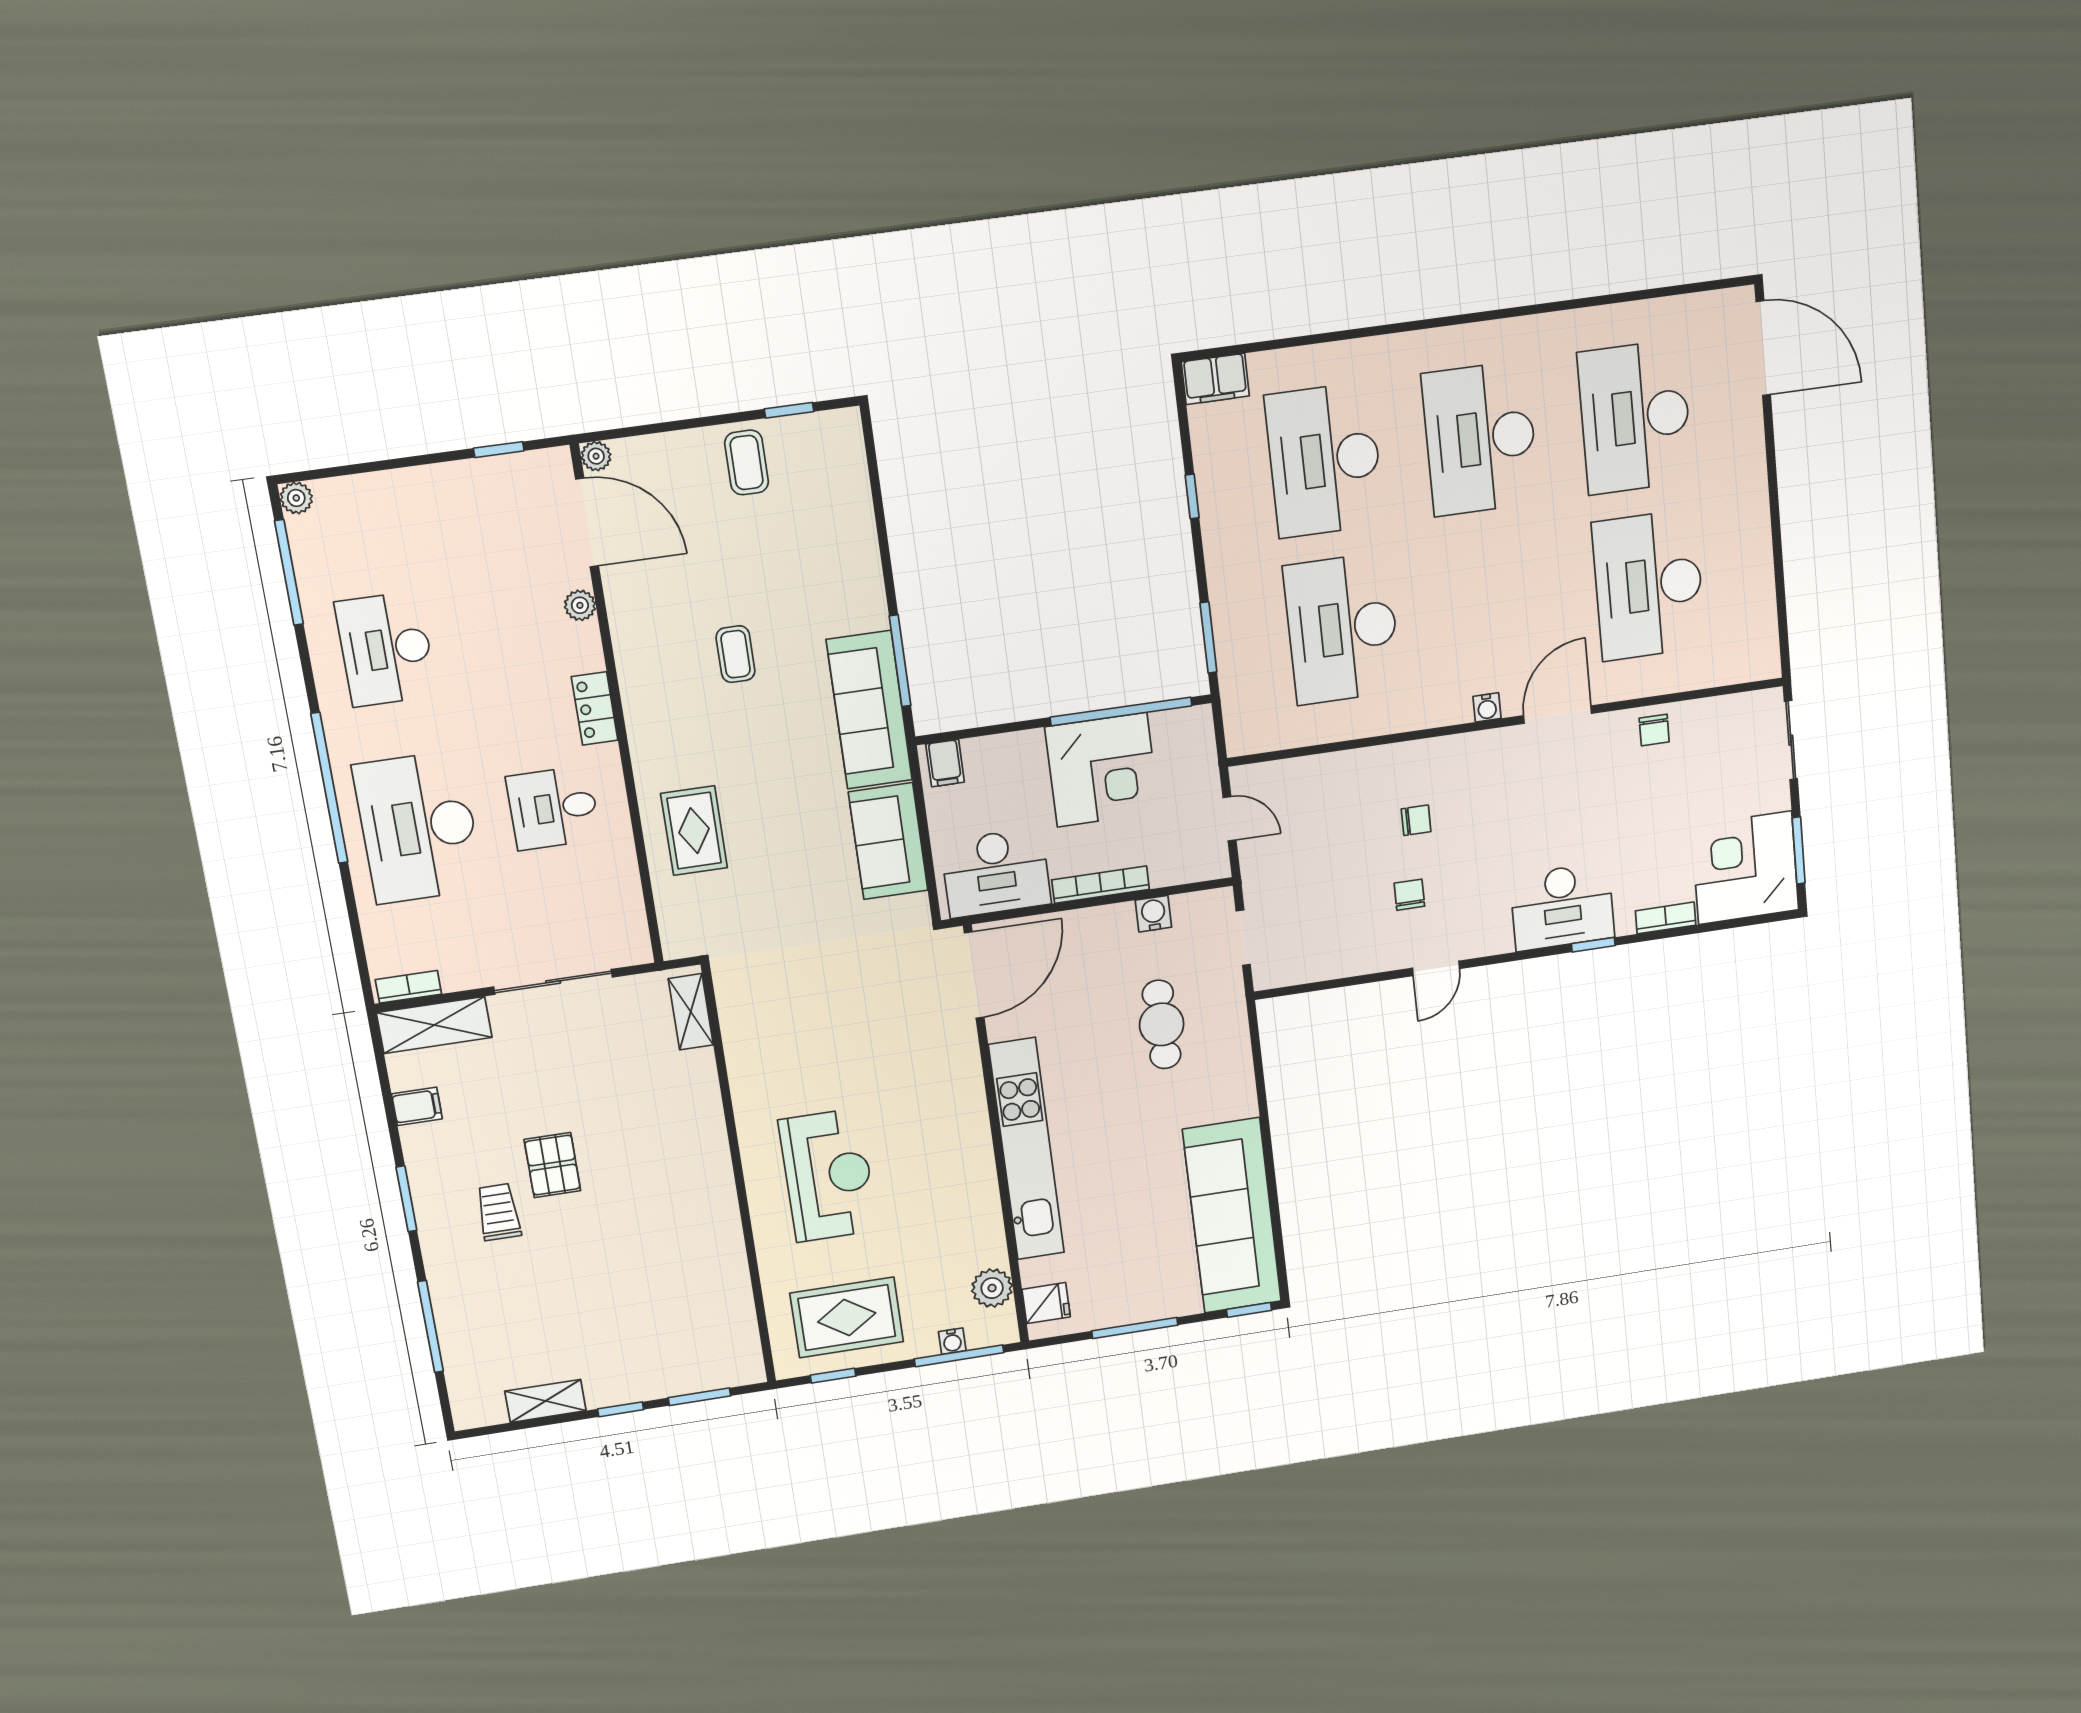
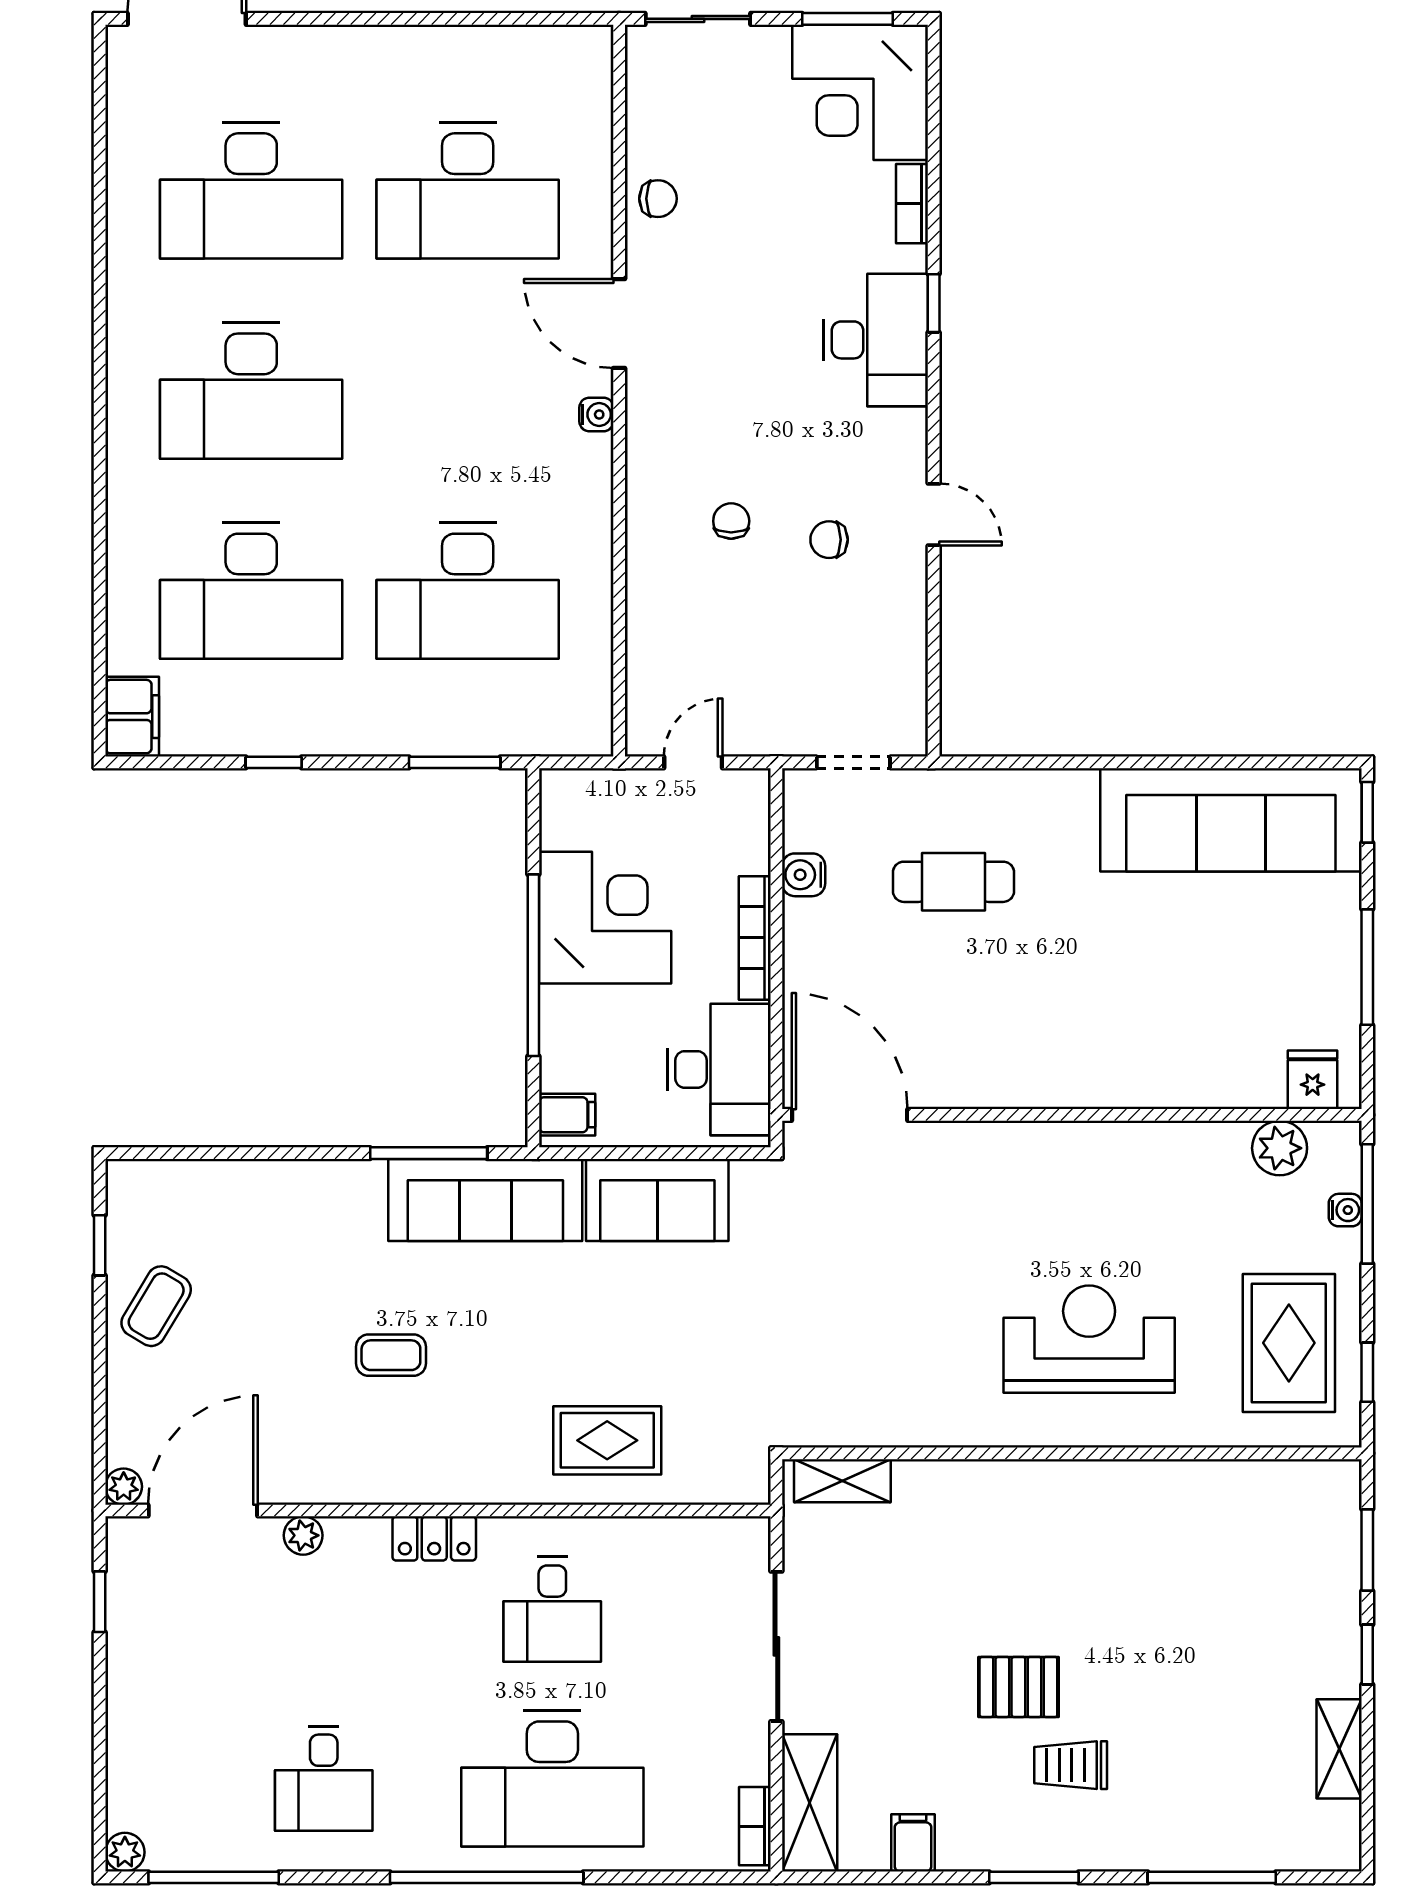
coffee table: (747, 462) -> (156, 1306), turned -59
desk: (386, 649) -> (324, 1778), width x0.73
window: (1121, 711) -> (533, 965), moved
kitchen unit: (1026, 1149) -> (1095, 1078), removed

